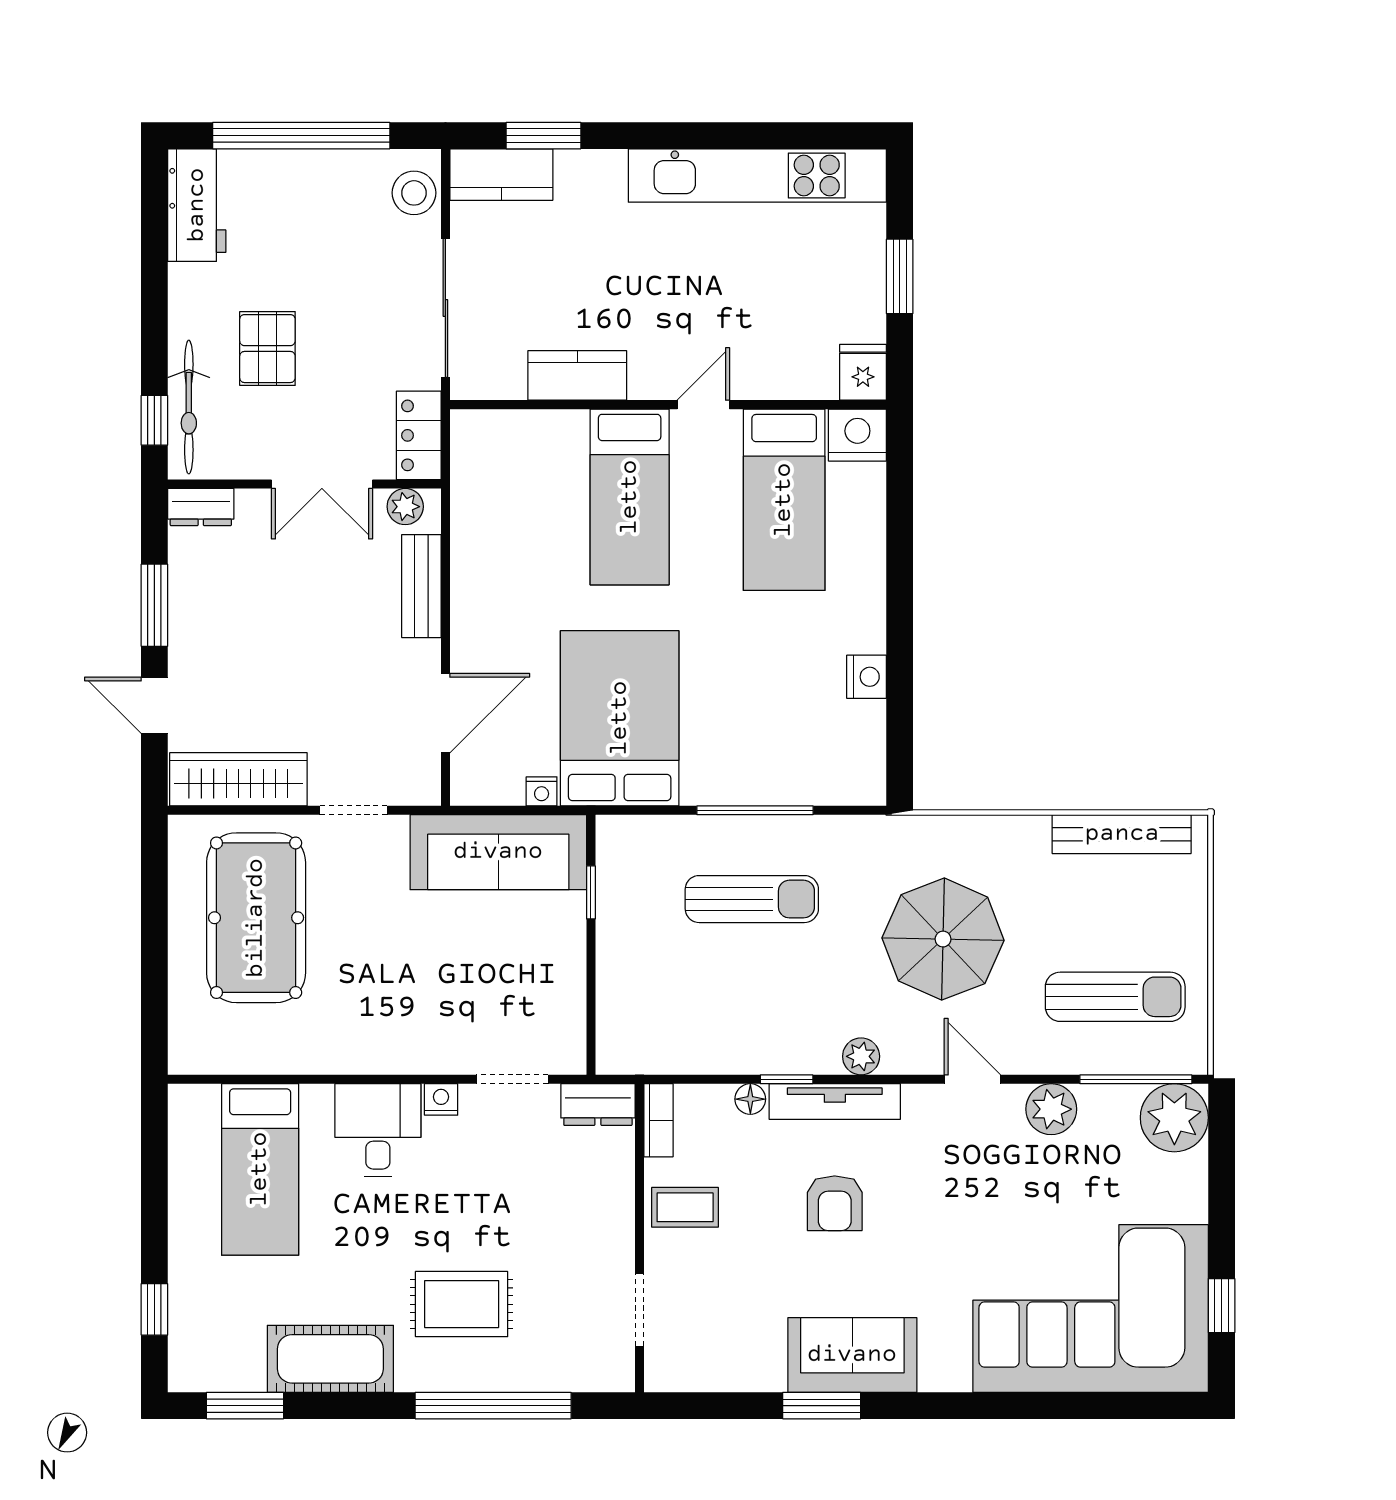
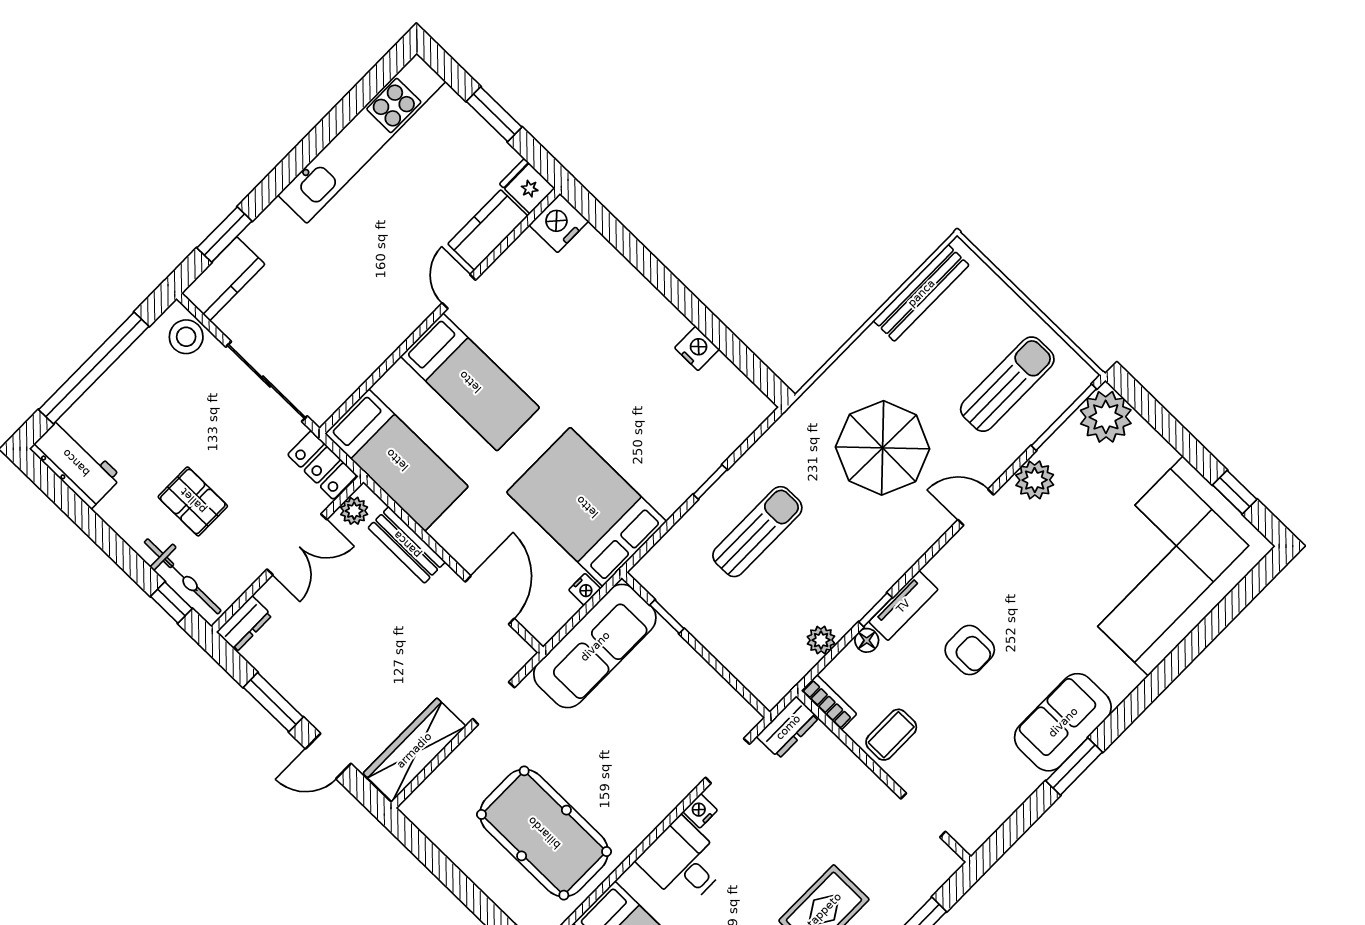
kitchen counter: (577, 375) -> (488, 230), moved
bed: (784, 500) -> (397, 460), moved
window: (755, 810) -> (710, 482), width x0.46
pool table: (256, 918) -> (544, 833), moved
plant: (861, 1056) -> (821, 640), moved
tv unit: (835, 1102) -> (903, 606), width x0.71

